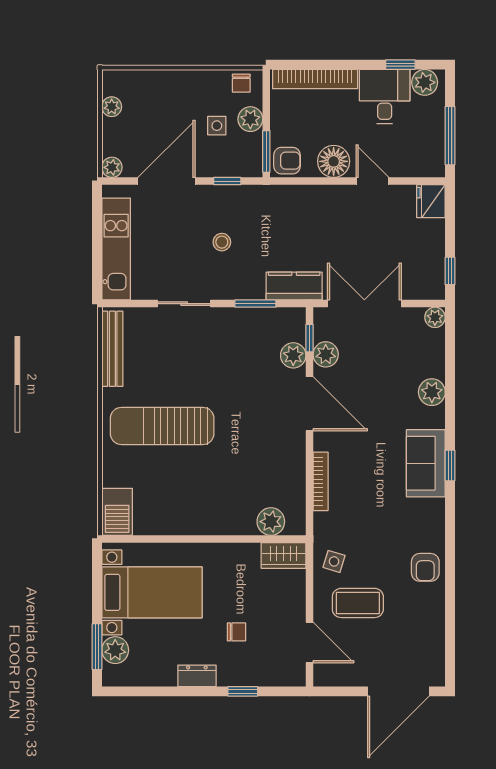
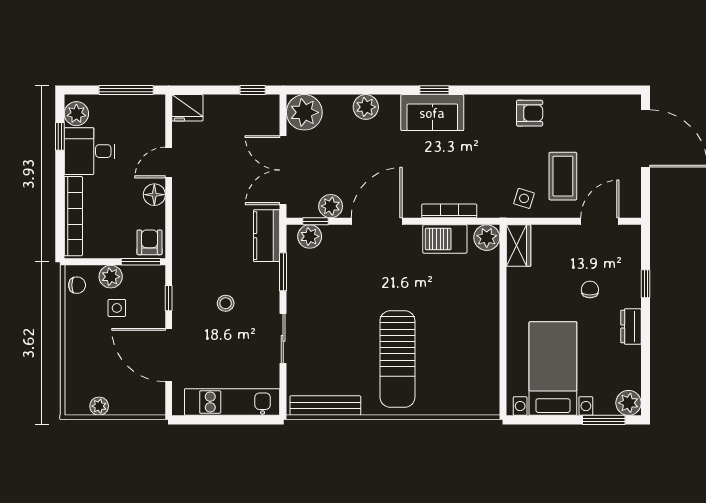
floor lamp: (334, 161) -> (154, 195), width x0.73, depth x0.73
plant: (112, 167) -> (156, 406), removed
plant: (435, 317) -> (304, 112), width x1.88, depth x1.88
plant: (293, 355) -> (310, 236), moved
barbecue: (117, 512) -> (445, 239), moved, turned 180
plant: (271, 522) -> (487, 238), moved
plant: (115, 650) -> (628, 403), moved

